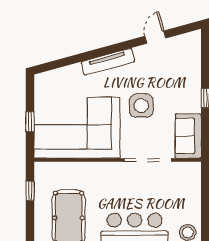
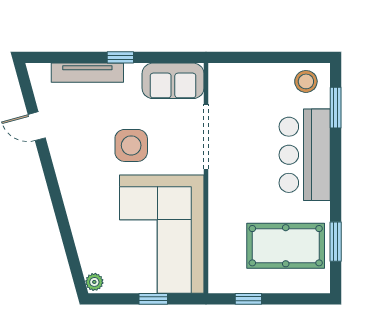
tv unit: (108, 62) -> (87, 73), moved, turned 105
plant: (42, 79) -> (94, 282), added

